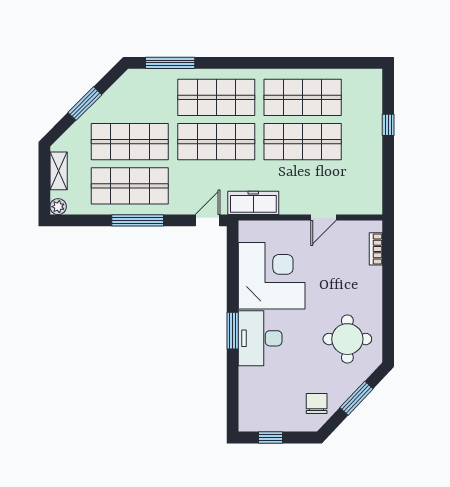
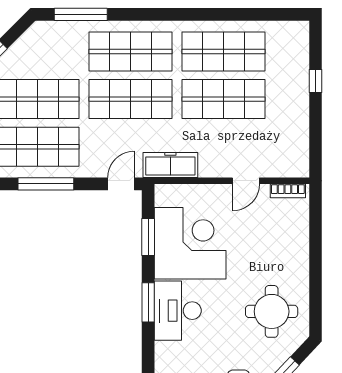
bookcase: (376, 249) -> (288, 191), moved, turned -90
window: (233, 270) -> (148, 237), added

